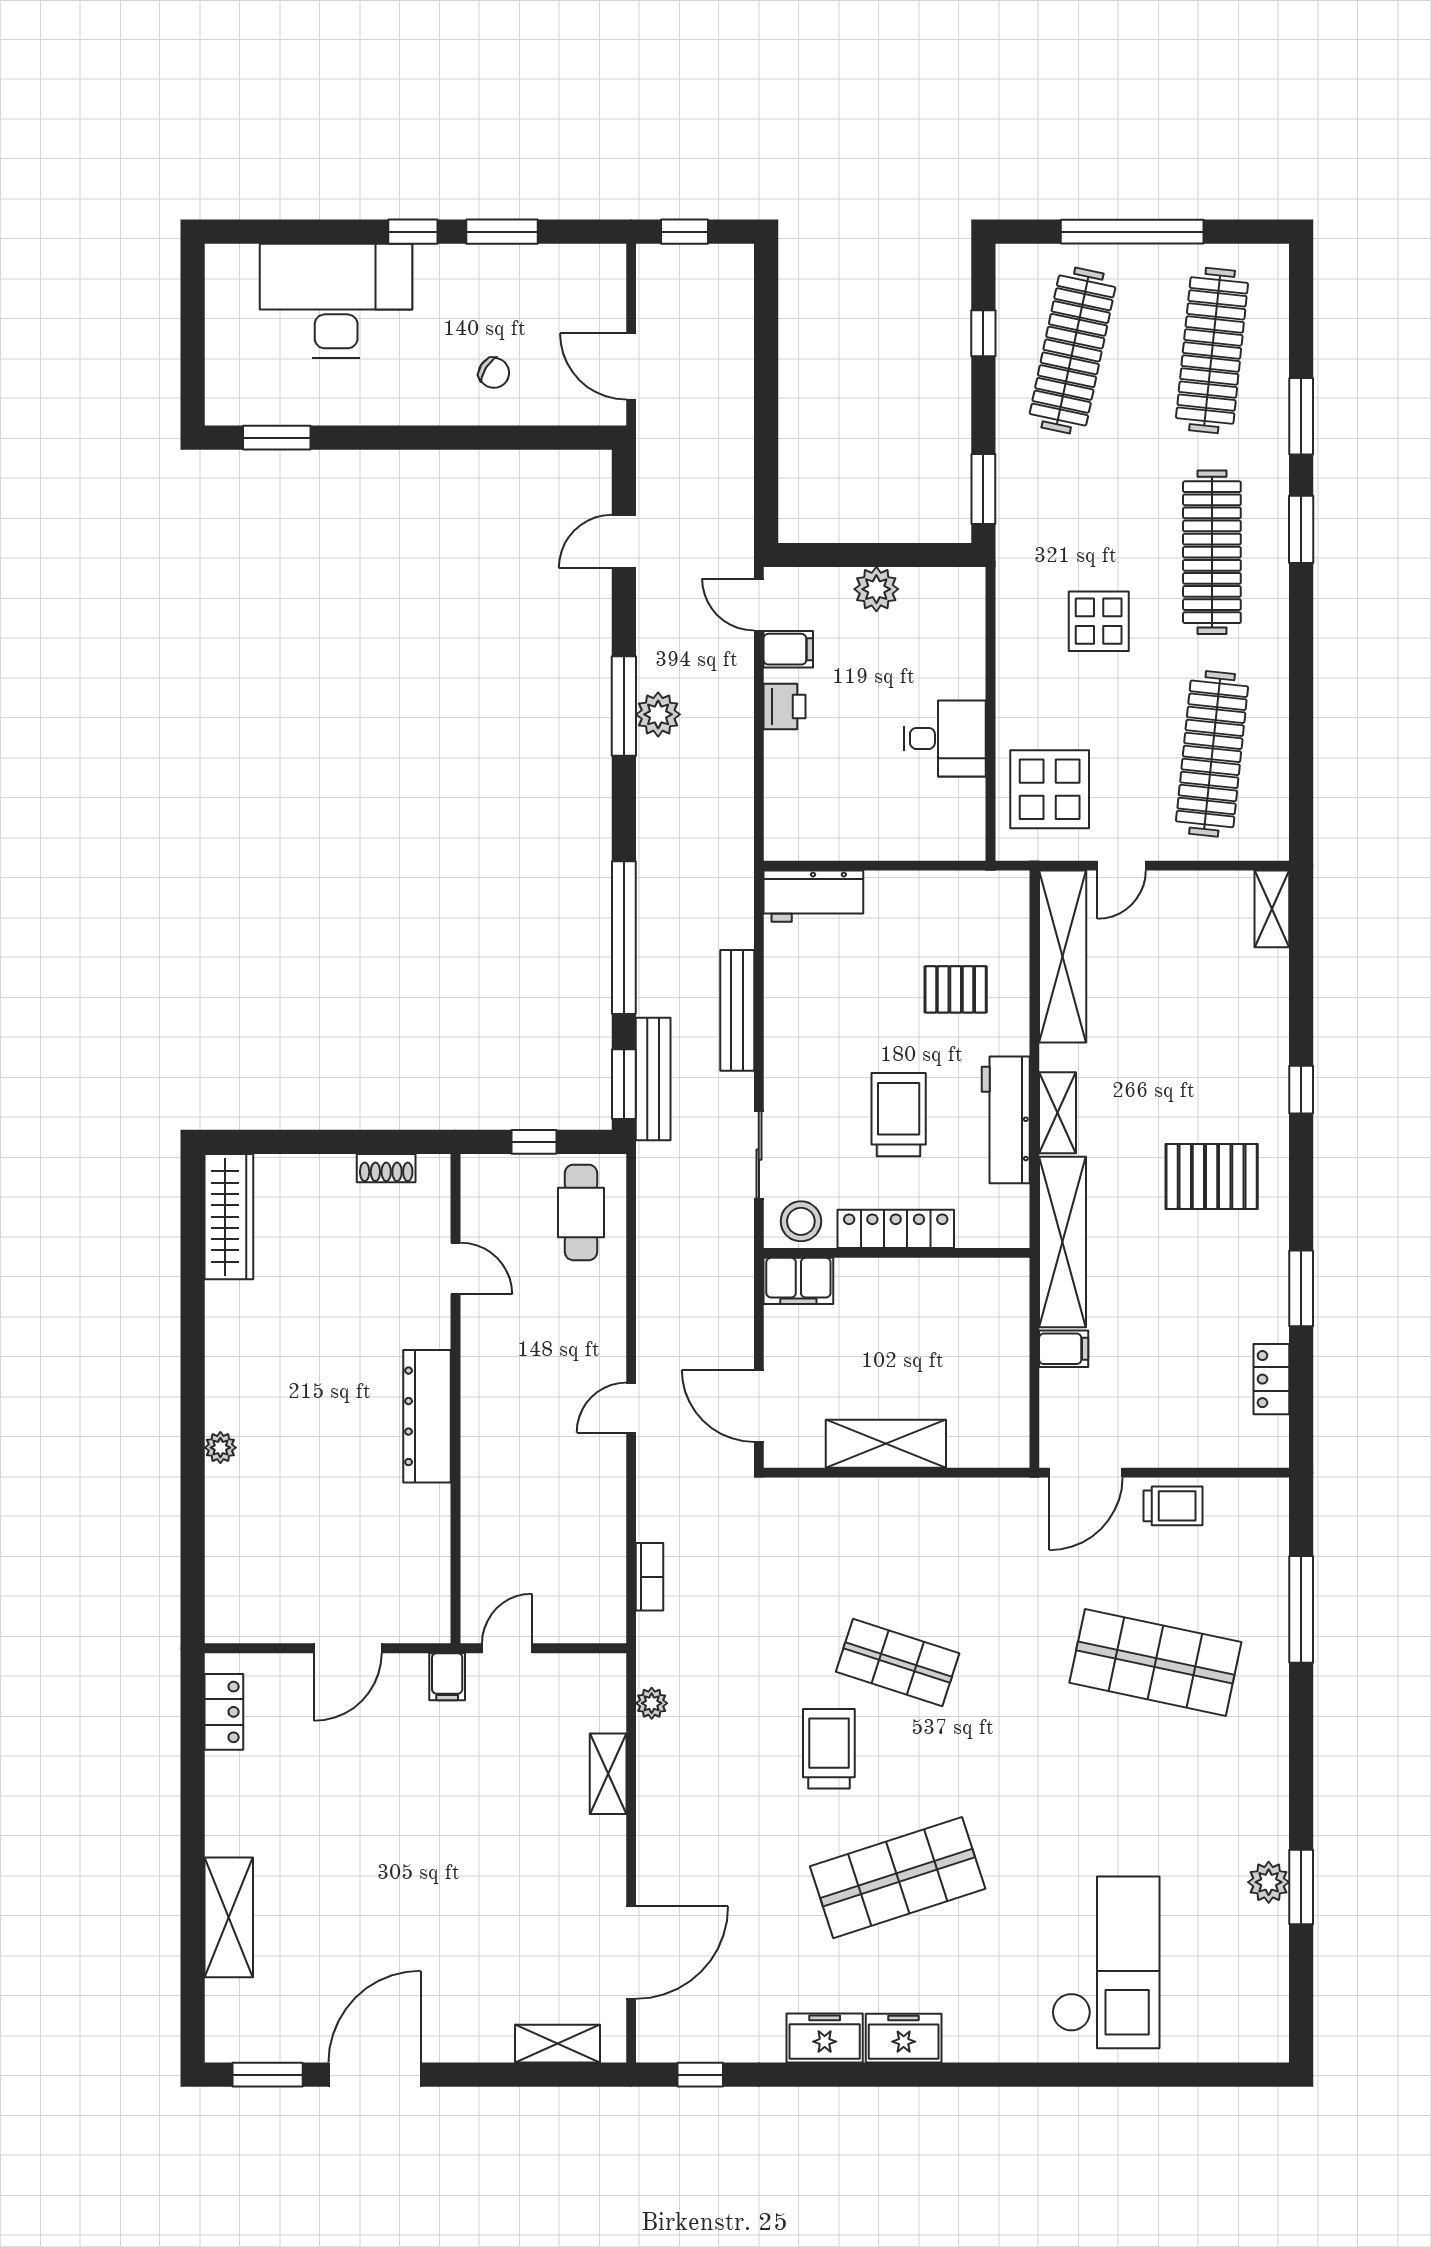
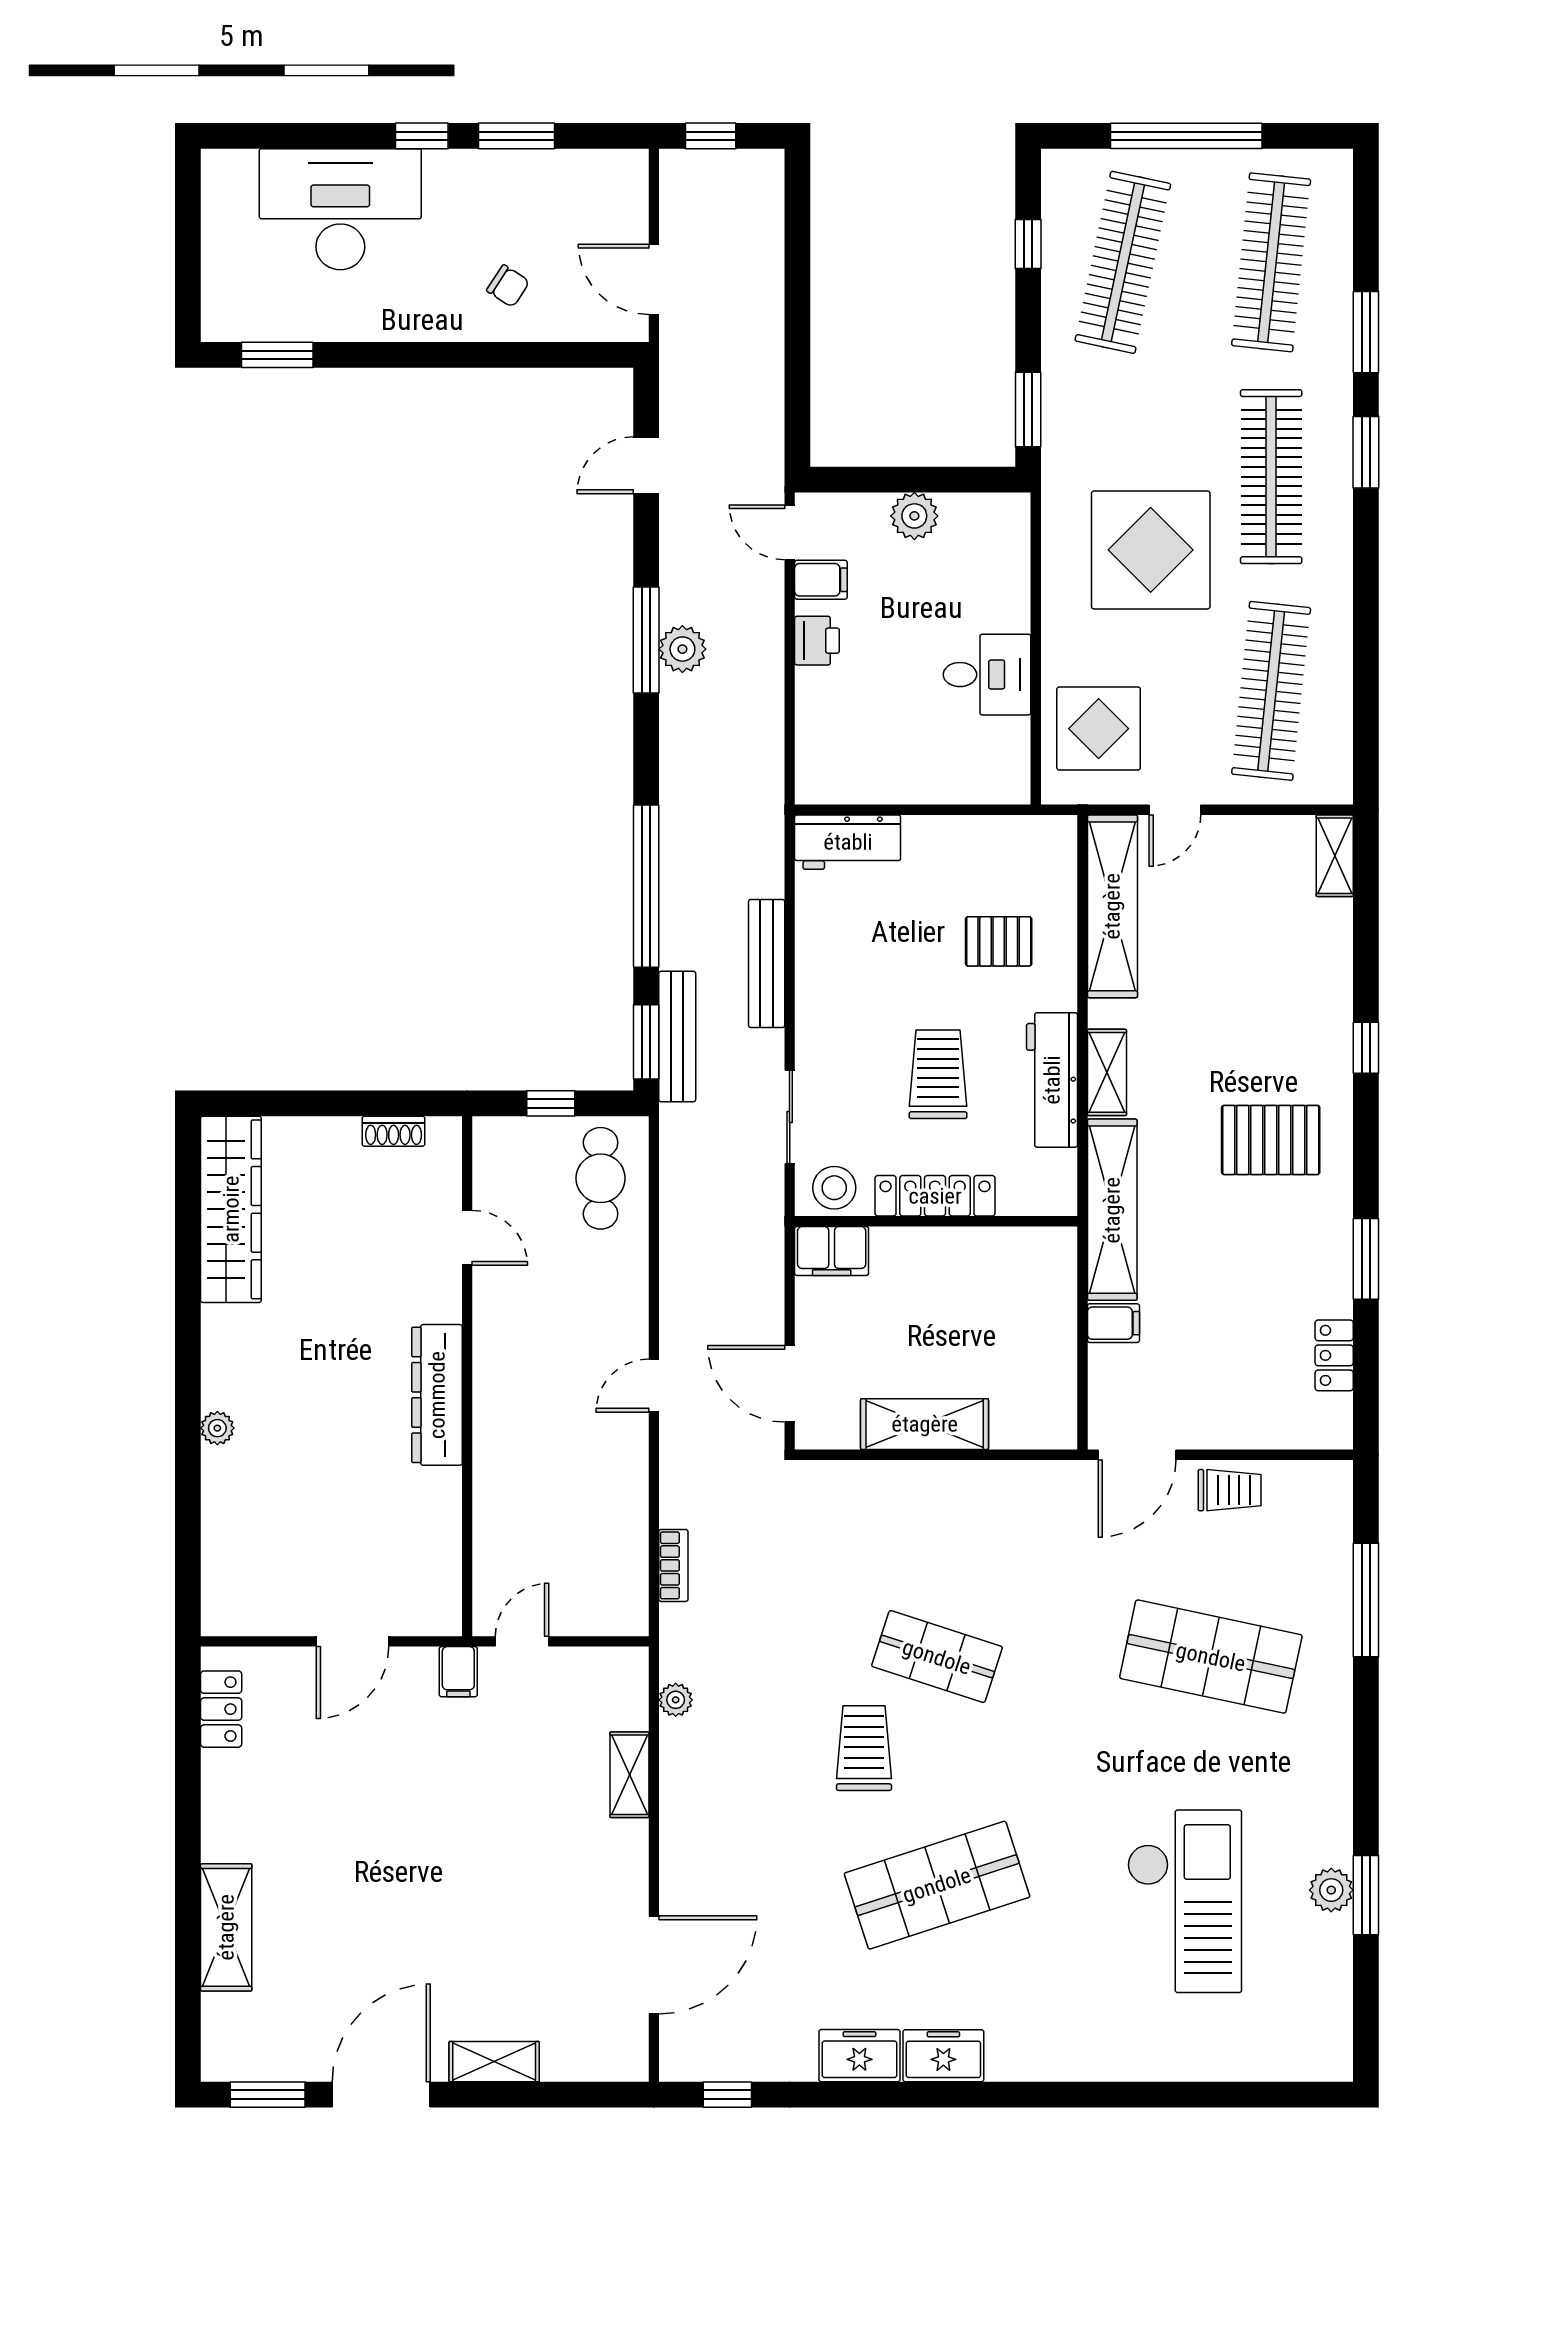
display table: (1099, 621) -> (1151, 550), width x1.86, depth x1.86
wardrobe: (229, 1217) -> (231, 1209), width x1.40, depth x1.17
checkout: (1106, 1962) -> (1184, 1901), moved
shelving: (557, 2044) -> (494, 2062), moved

